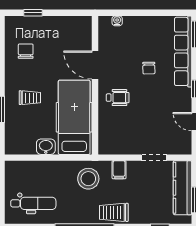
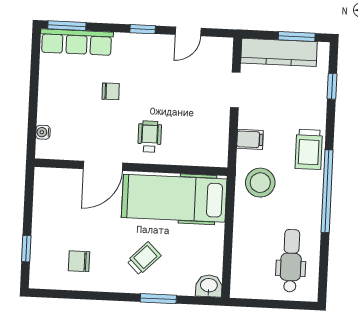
row of seats: (183, 51) -> (77, 42), width x0.73
trolley: (30, 98) -> (144, 258), turned 45
washbasin: (46, 147) -> (209, 286), moved, turned 90

